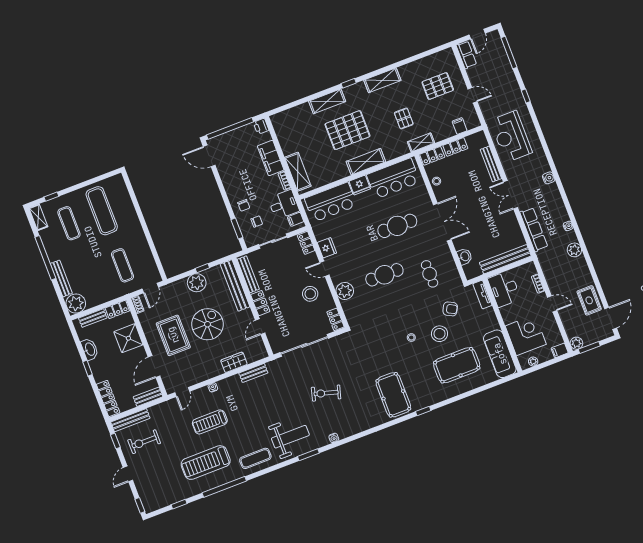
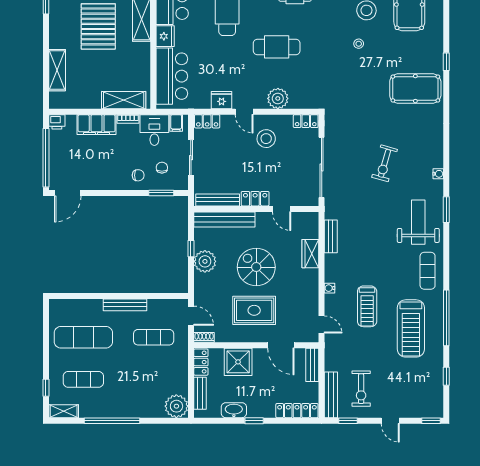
shelving: (327, 101) -> (57, 70), moved
door: (325, 269) -> (244, 112), hinge flipped
cafe table: (384, 275) -> (277, 47), turned 90
bench: (61, 278) -> (125, 305), moved

